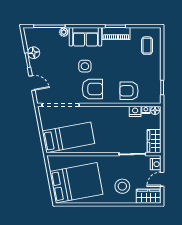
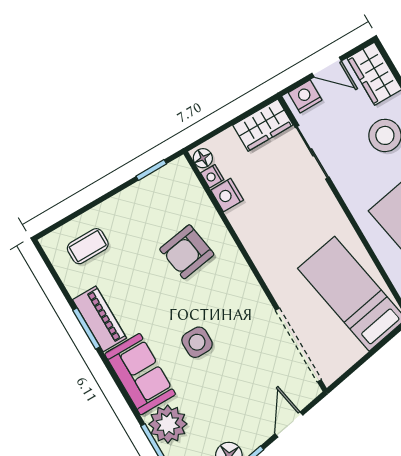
plant: (64, 32) -> (168, 424), width x1.88, depth x1.88
armchair: (92, 89) -> (232, 302), removed
armchair: (129, 91) -> (187, 252), moved, turned 81

